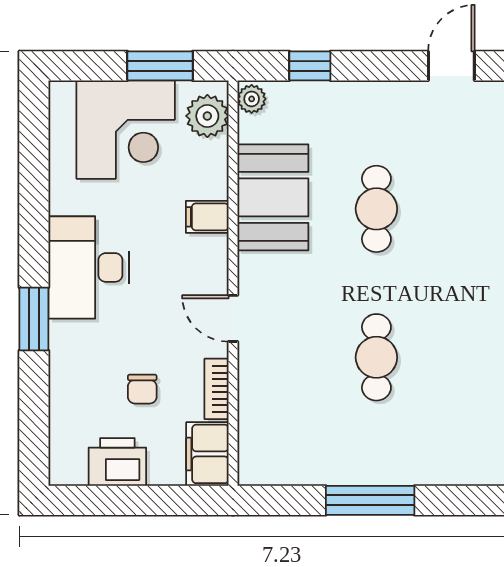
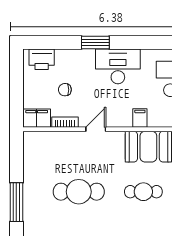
cafe table: (376, 357) -> (79, 192), width x1.37, depth x1.35
printer: (117, 462) -> (42, 59), moved, turned 90
window: (370, 500) -> (16, 202), moved

